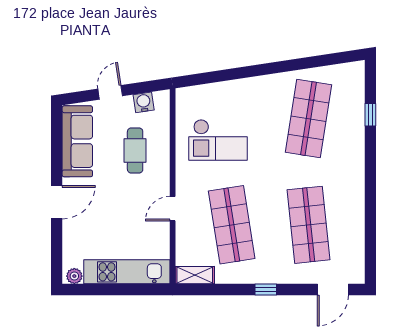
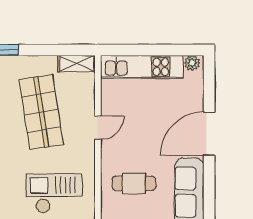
cafe table: (135, 151) -> (134, 183), turned 90
door: (57, 202) -> (209, 134), width x1.36

